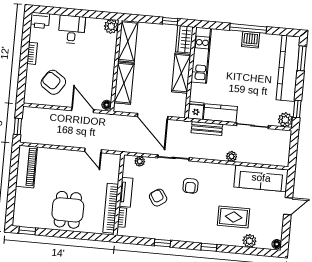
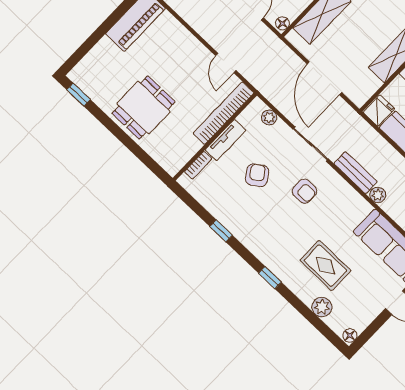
bench: (207, 129) -> (356, 173), moved
armchair: (190, 186) -> (305, 191), turned -90
bookcase: (111, 208) -> (223, 113), moved

